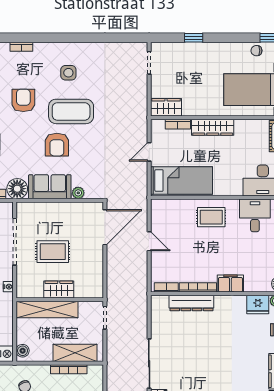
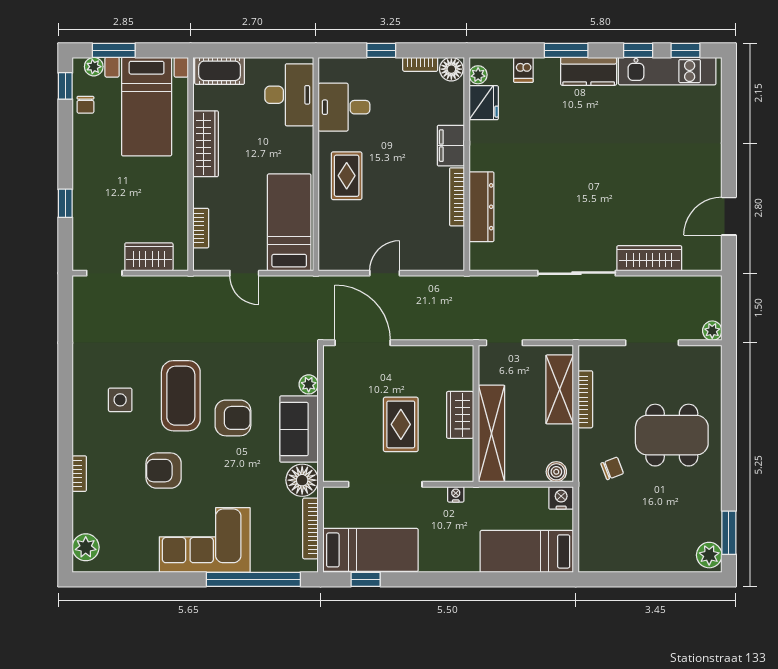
wardrobe: (166, 107) -> (149, 257), moved, turned 90
wardrobe: (213, 127) -> (206, 144), moved
bookcase: (166, 287) -> (457, 246), removed

